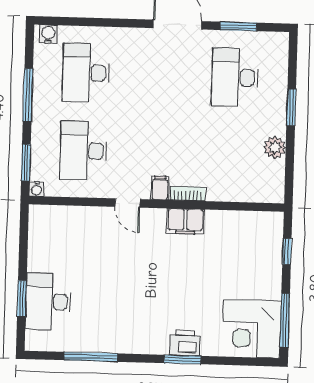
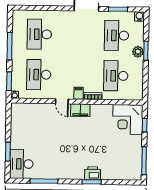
water cooler: (48, 34) -> (139, 16), moved
plant: (275, 147) -> (138, 52), moved
desk: (233, 155) -> (116, 76), added
filing cabinet: (185, 221) -> (80, 110), moved
desk: (48, 302) -> (21, 164), moved
corner desk: (252, 329) -> (128, 119), moved

